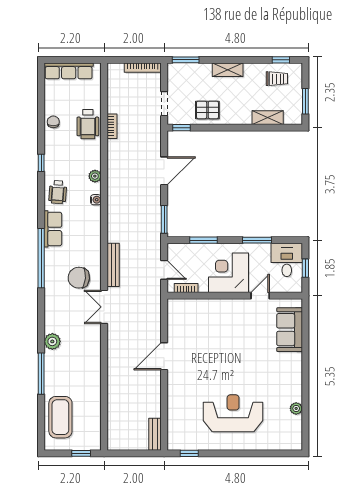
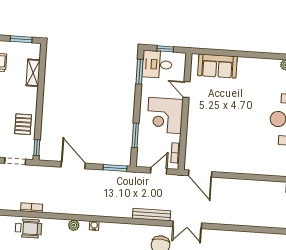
window: (257, 240) -> (139, 72), moved
door: (164, 356) -> (200, 174), moved

